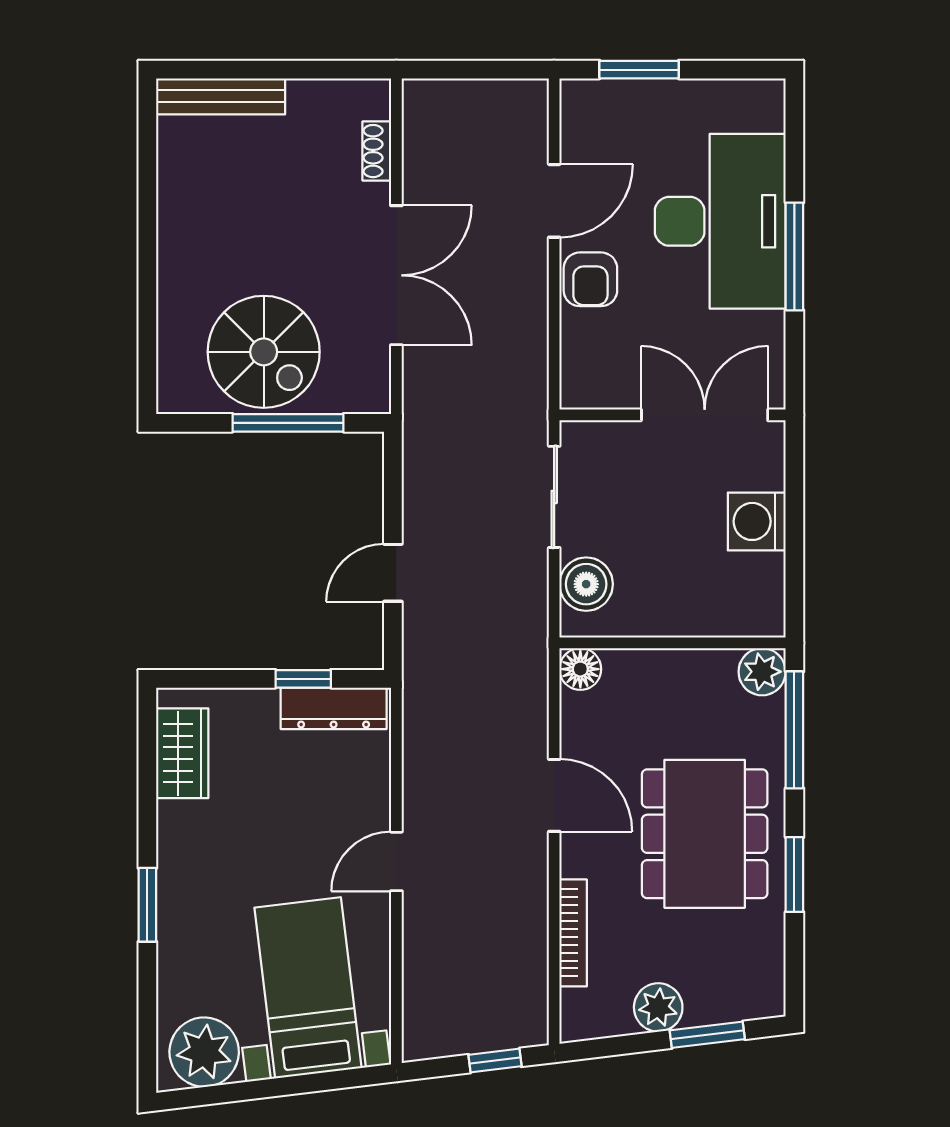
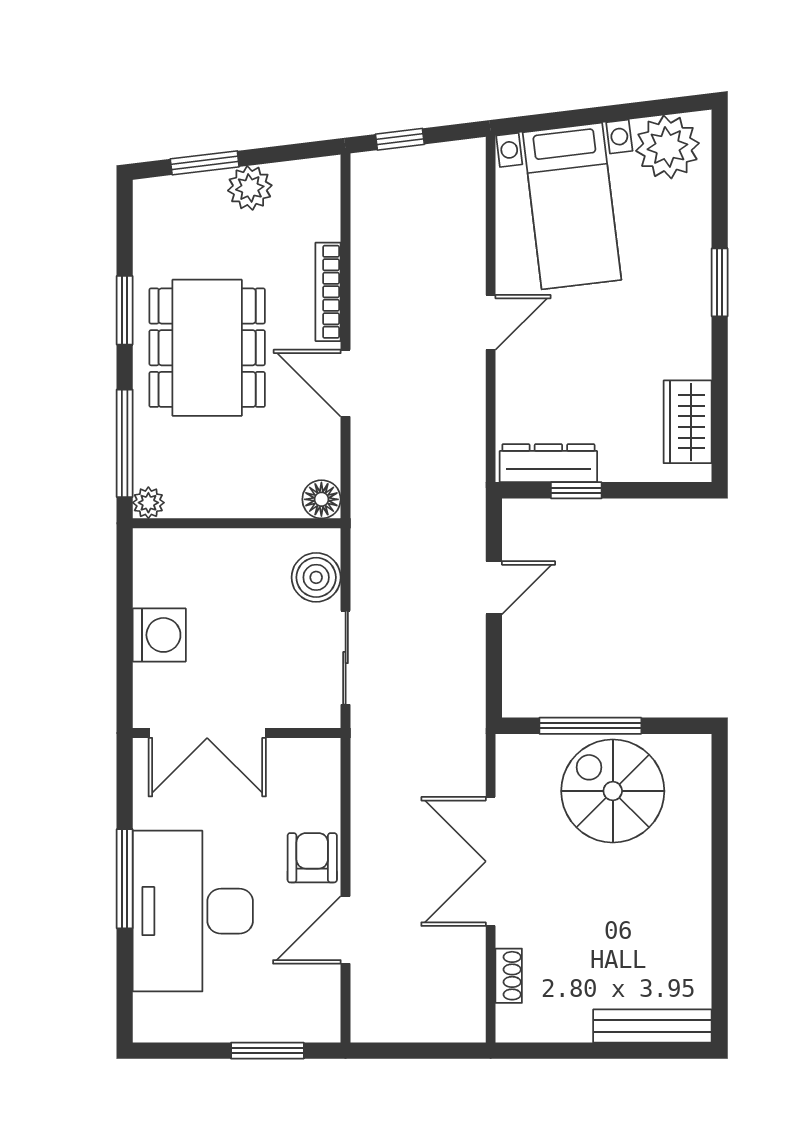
plant: (762, 672) -> (148, 503), width x0.73, depth x0.73
bookcase: (573, 933) -> (328, 292), moved

